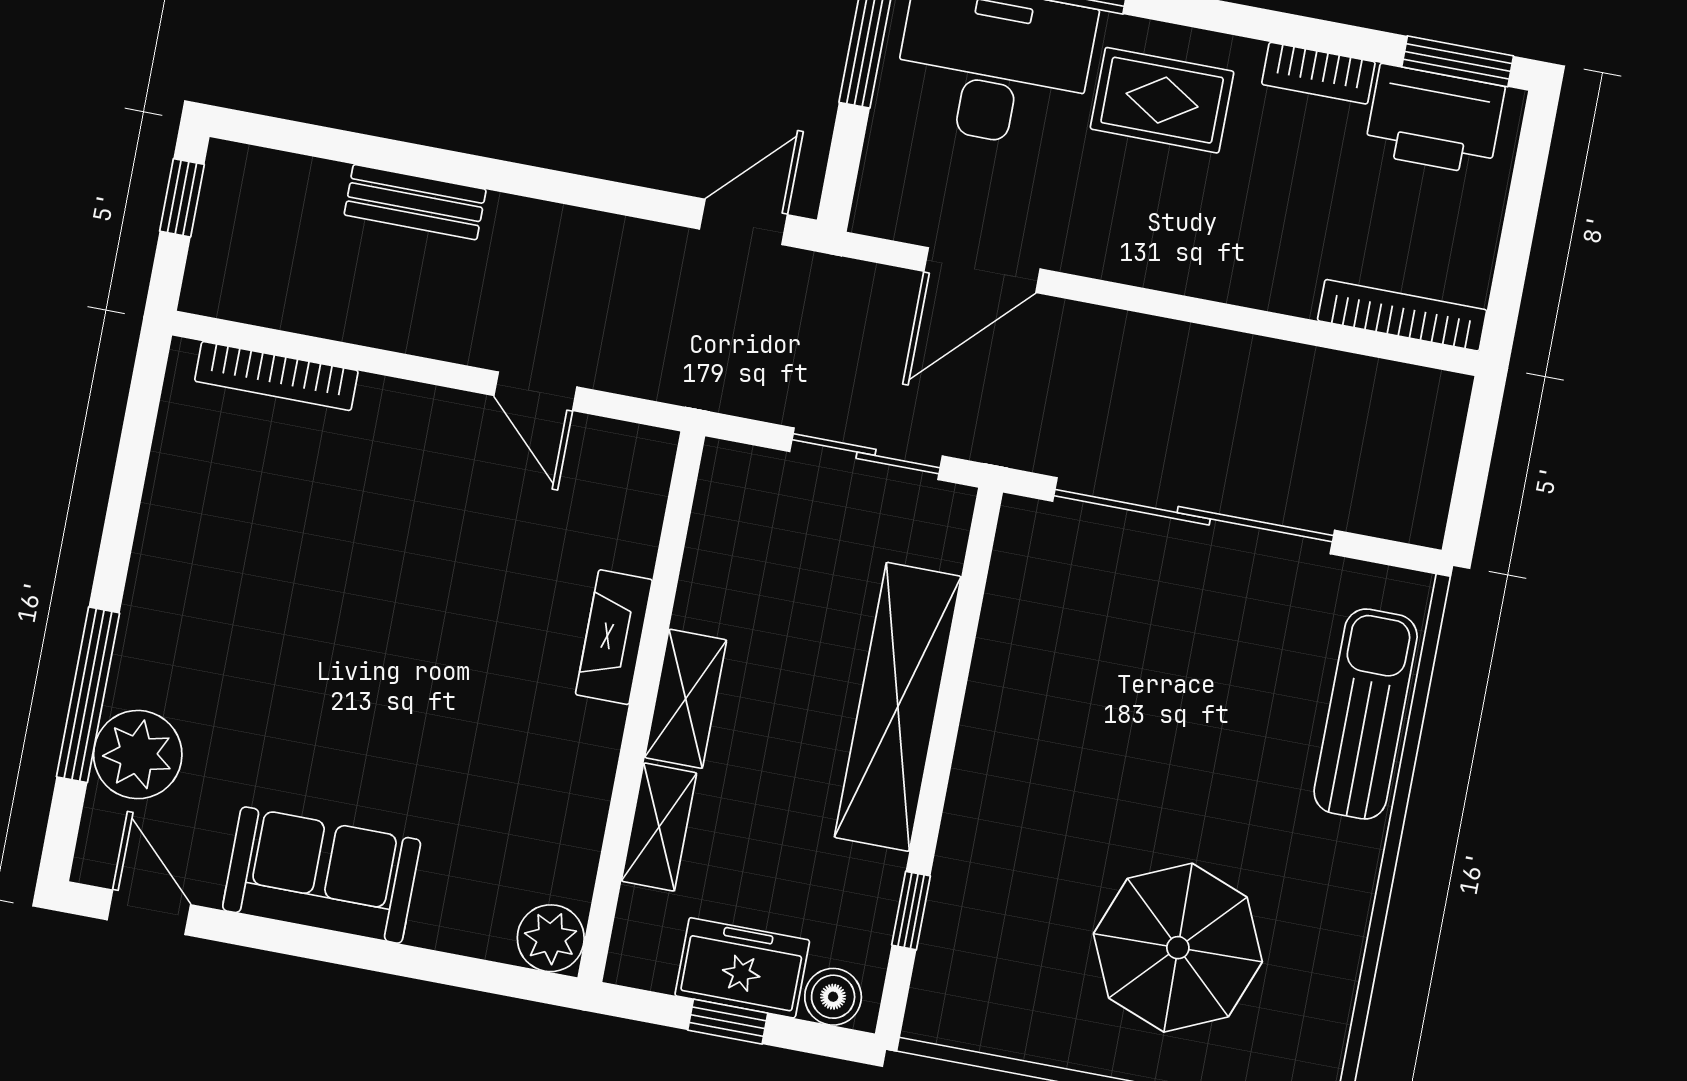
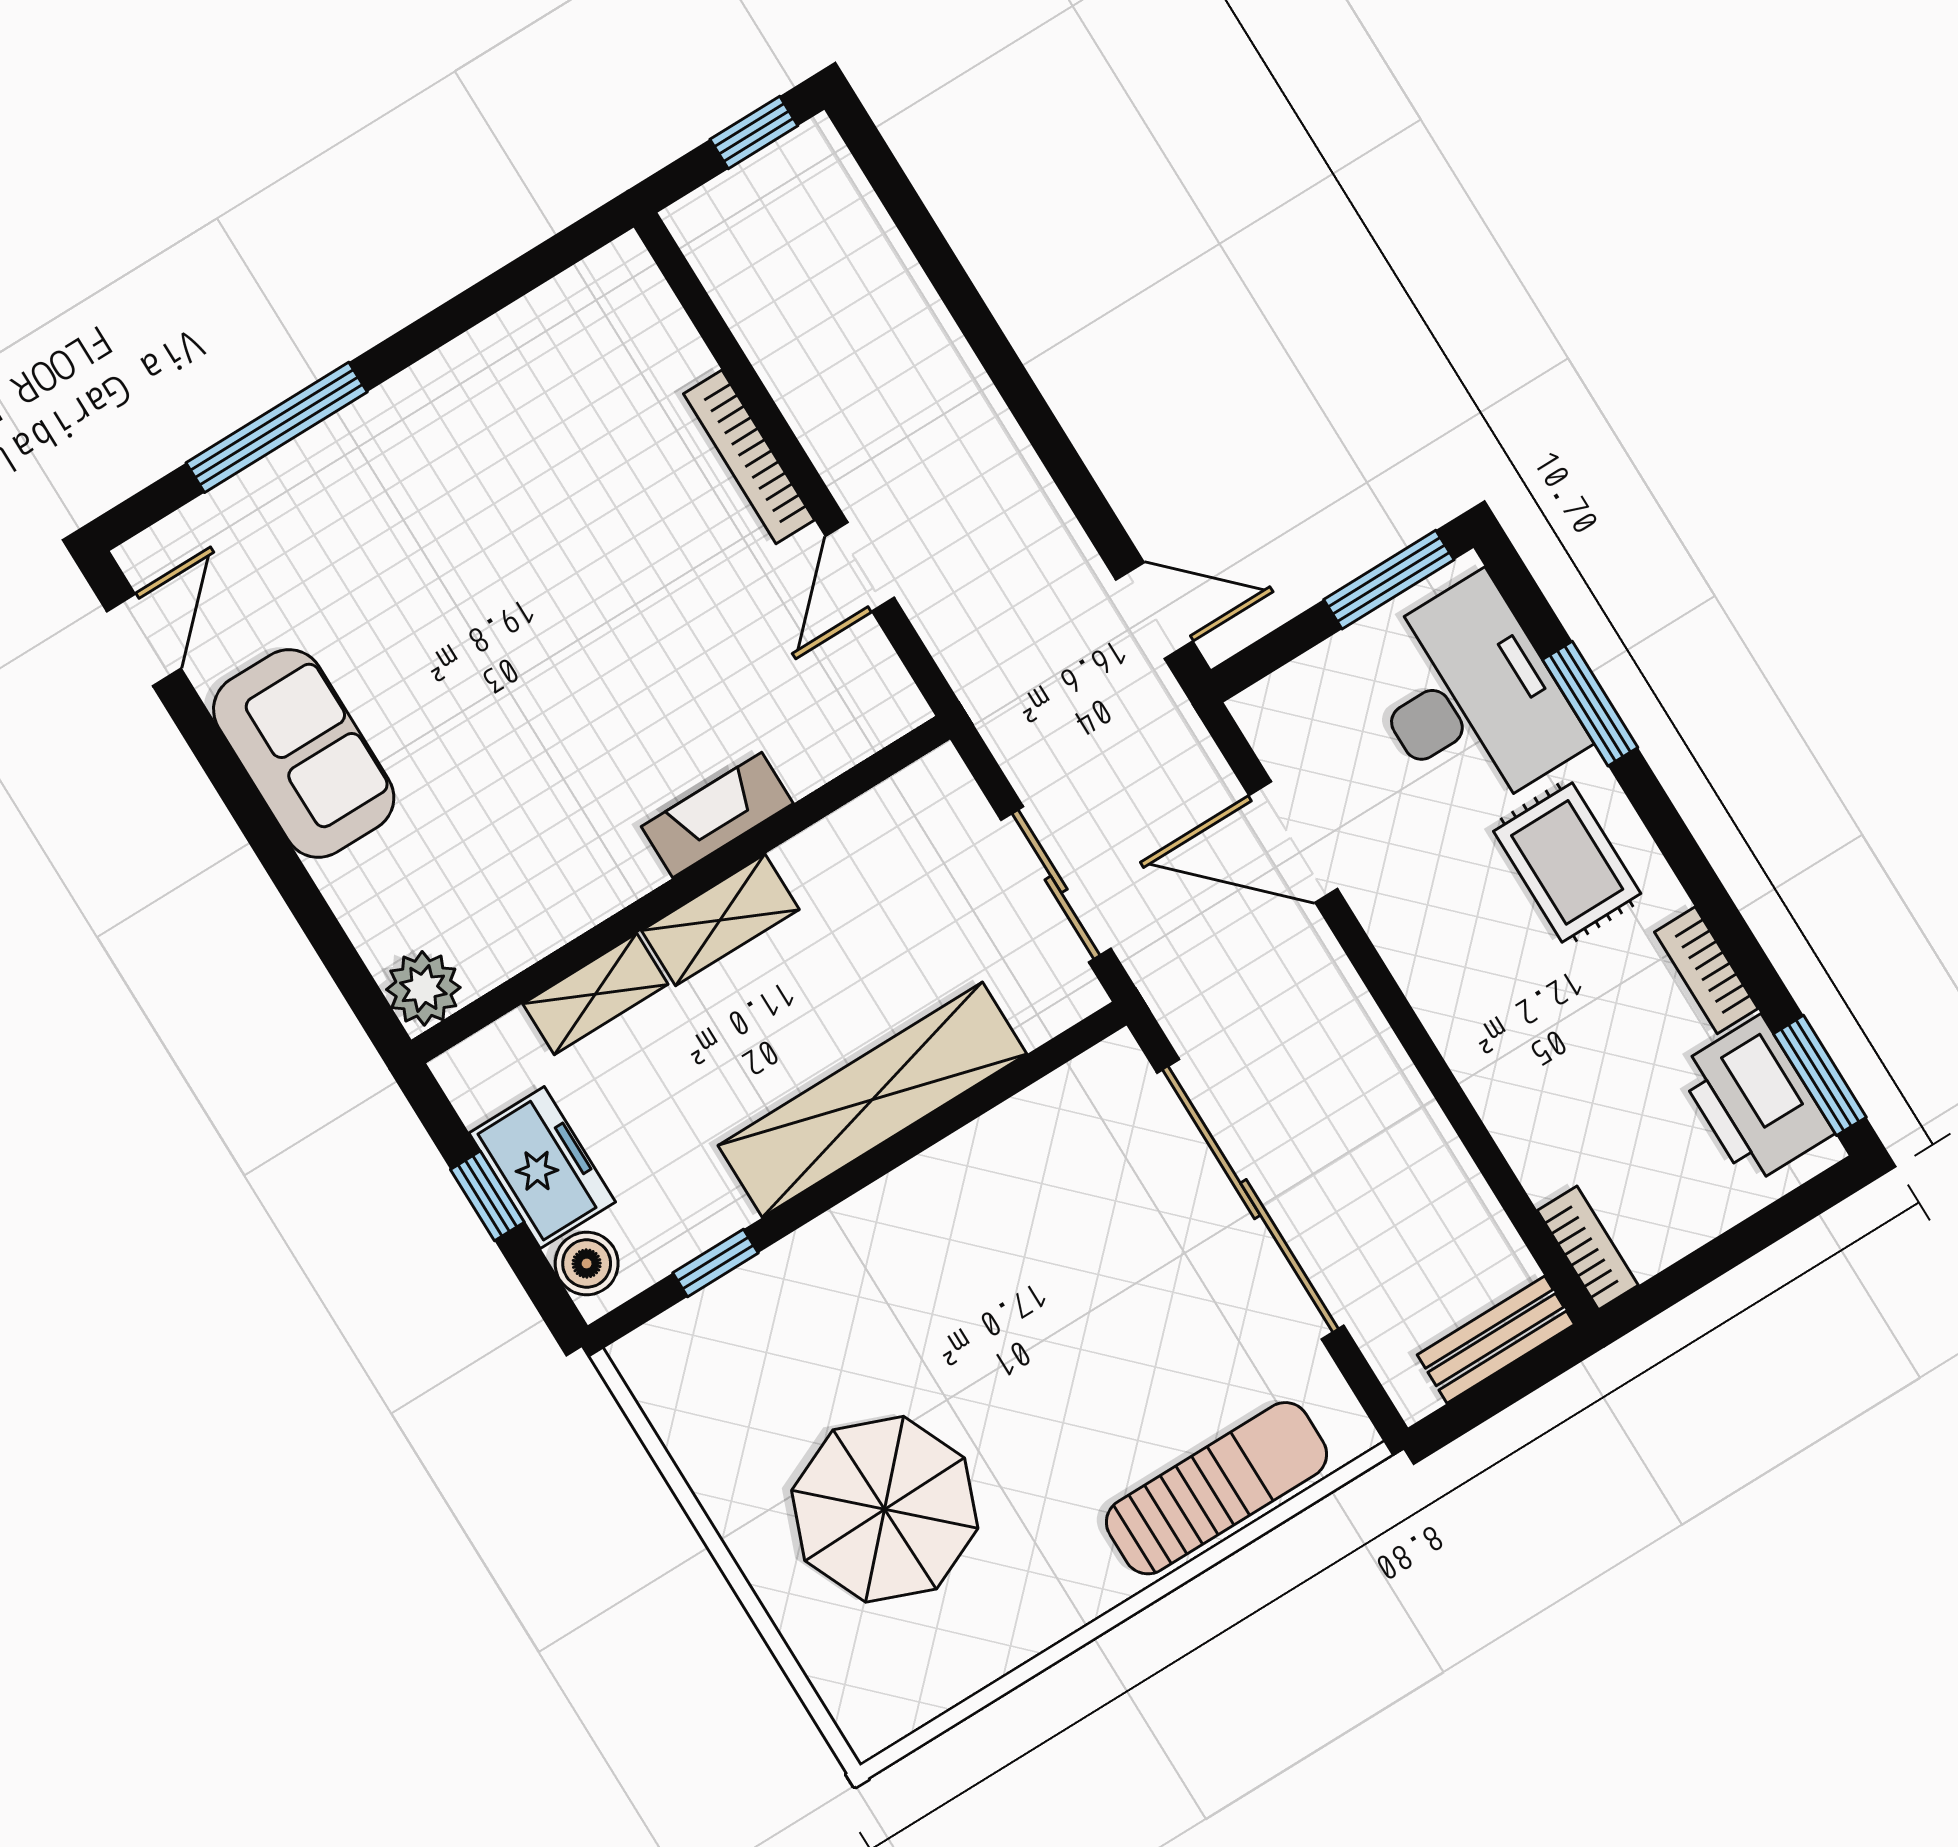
bench: (415, 202) -> (1496, 1340), moved, turned 90
bookcase: (1402, 315) -> (1588, 1248), width x0.64
bookcase: (276, 376) -> (749, 457), moved
plant: (138, 755) -> (265, 513), removed

